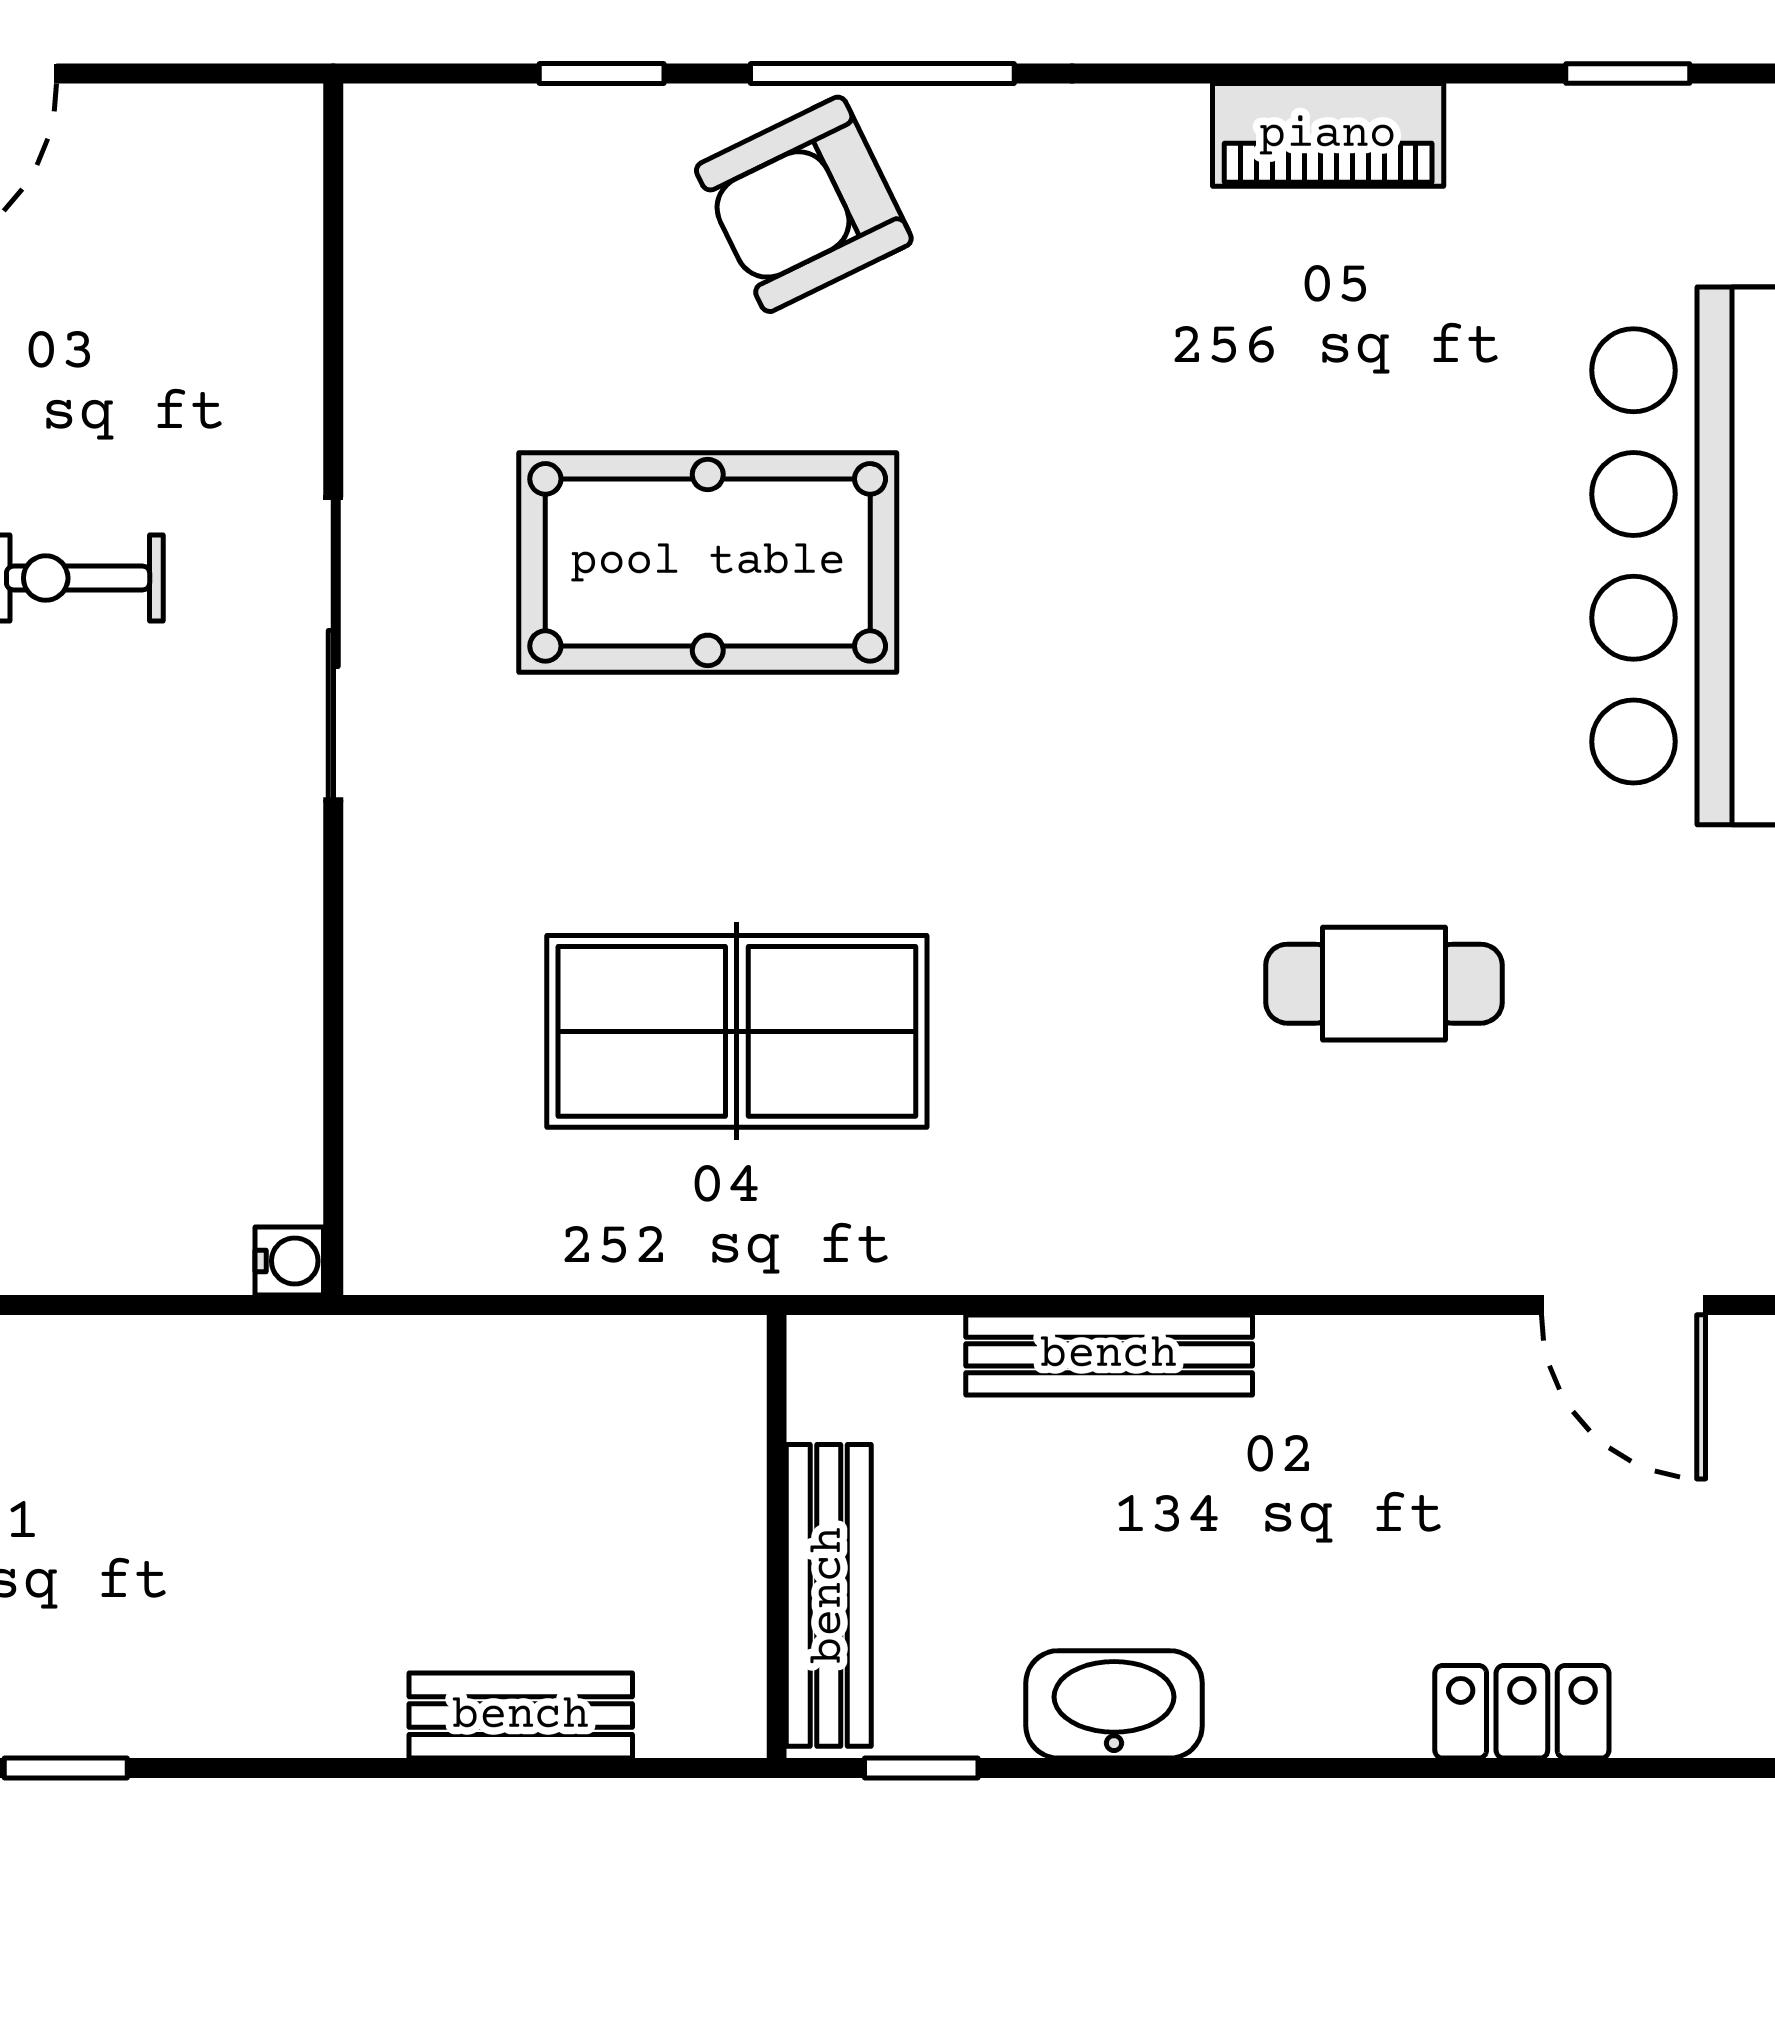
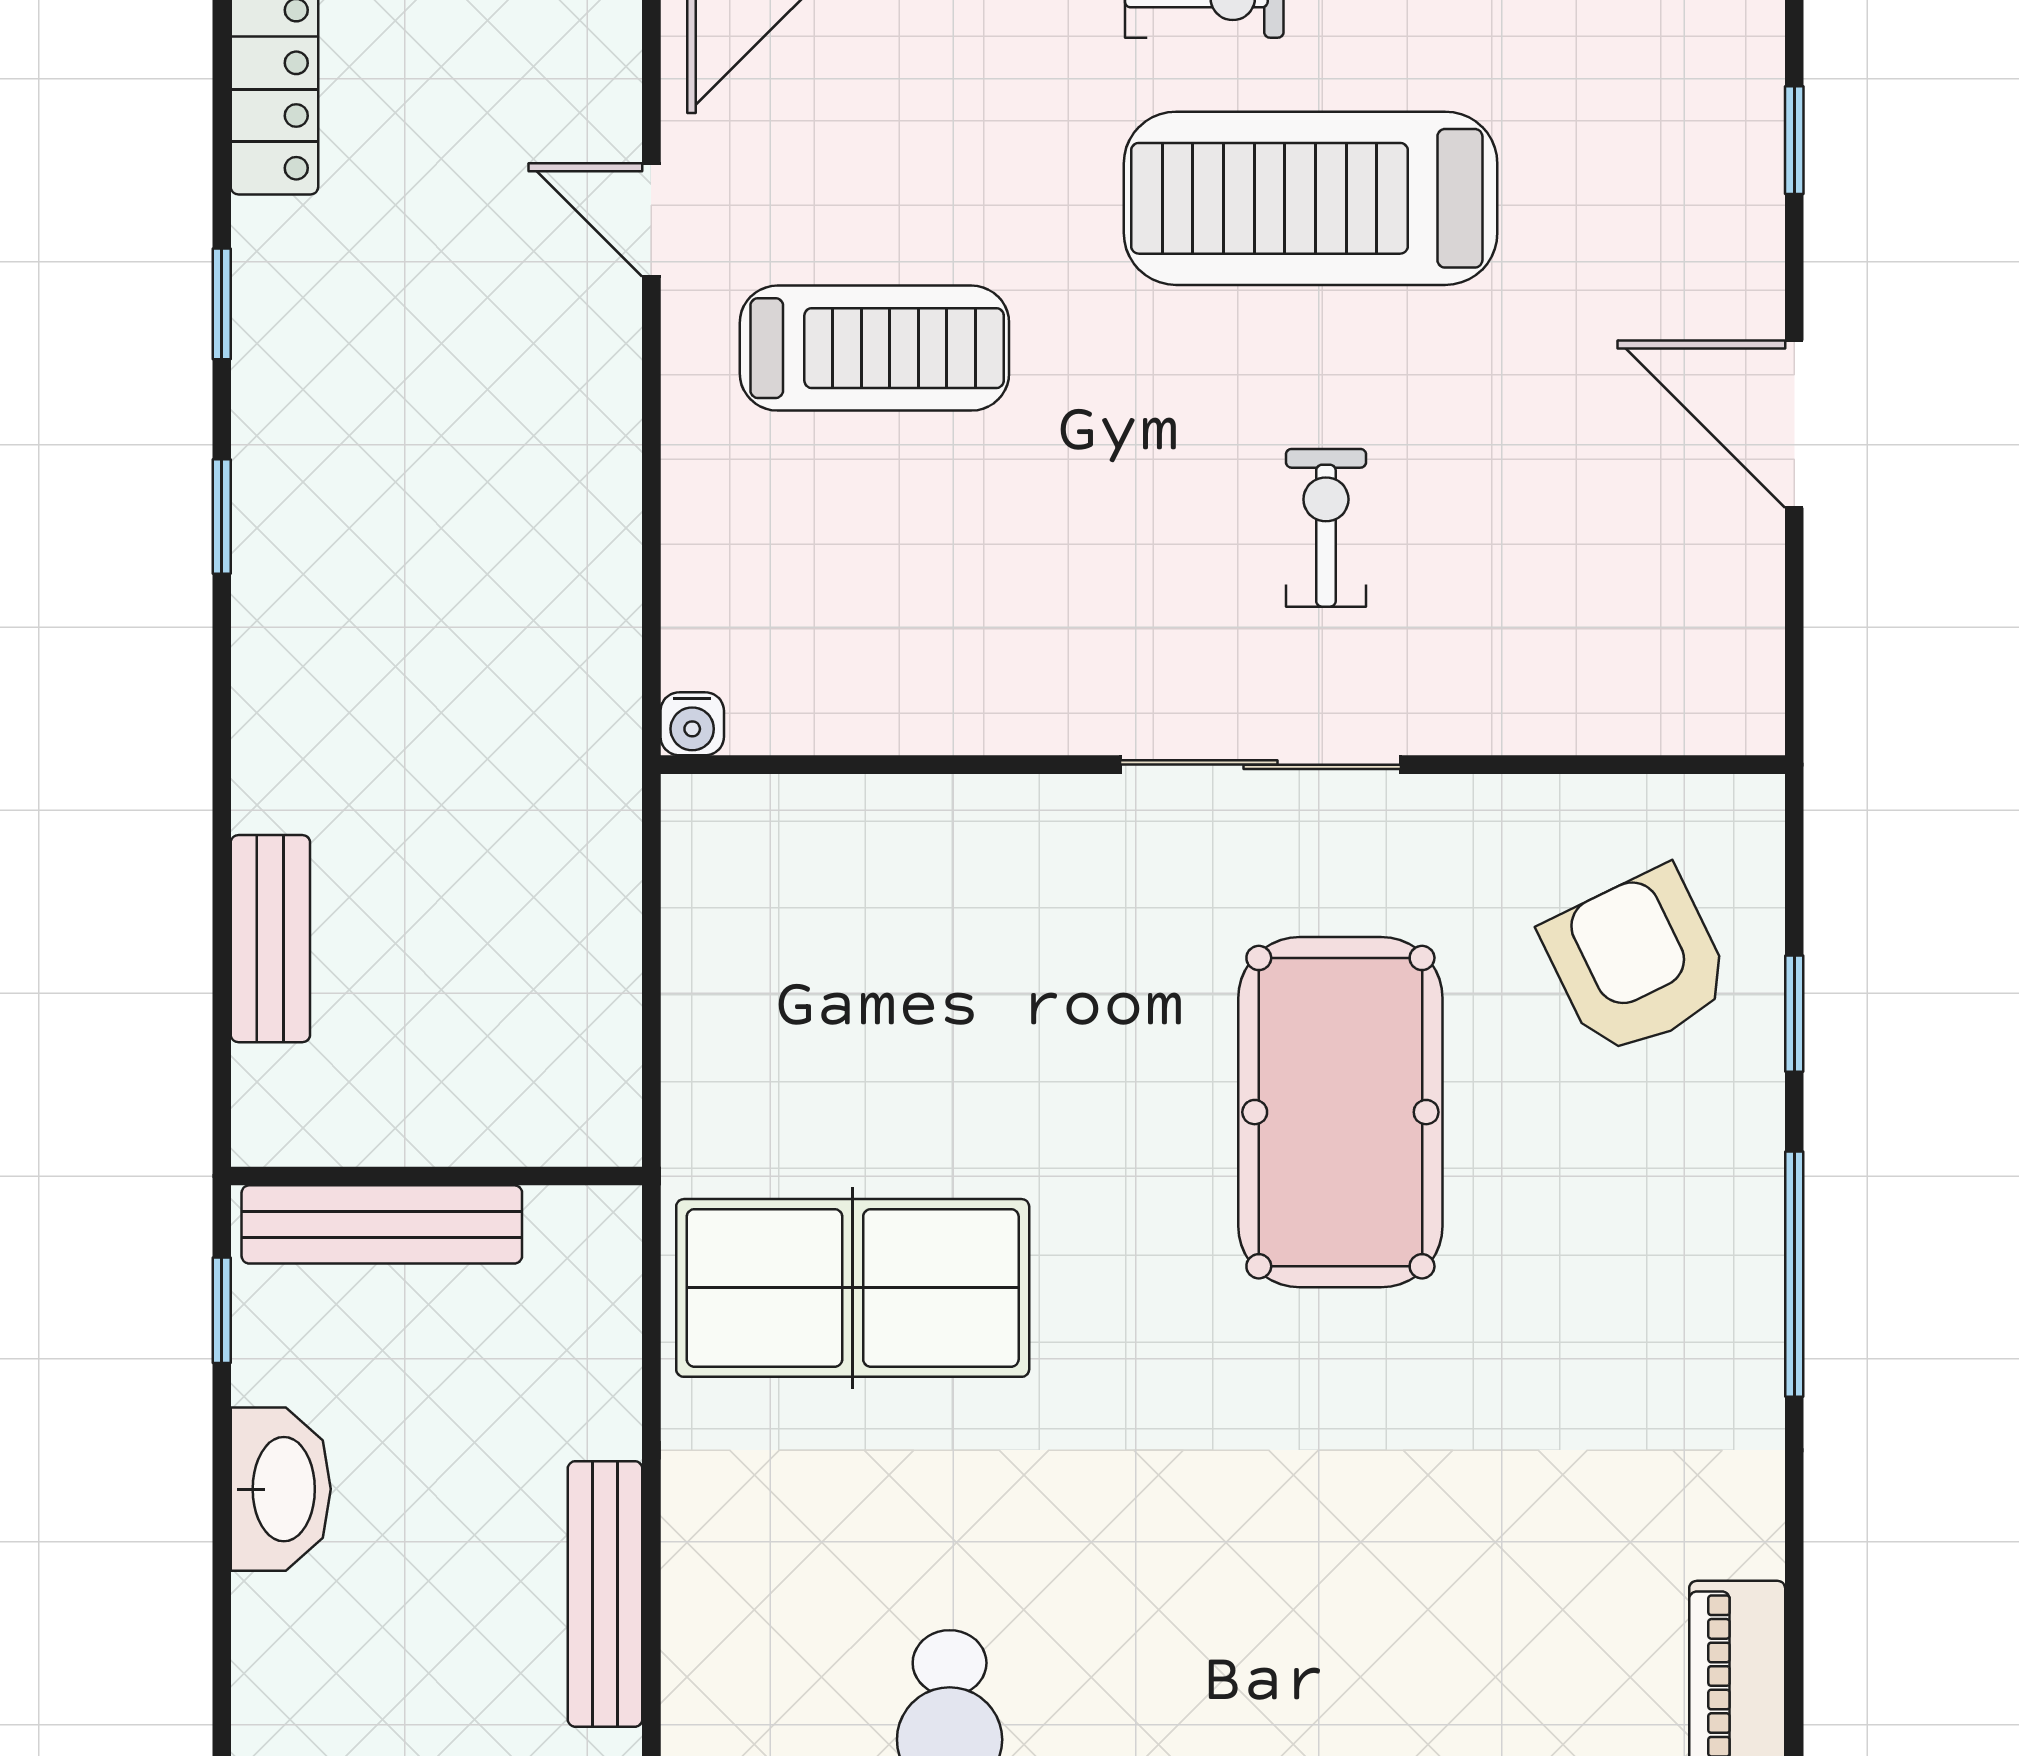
armchair: (804, 204) -> (1637, 962), moved
table tennis table: (737, 1031) -> (853, 1288), moved, turned 90
bench: (1109, 1355) -> (605, 1594), moved

